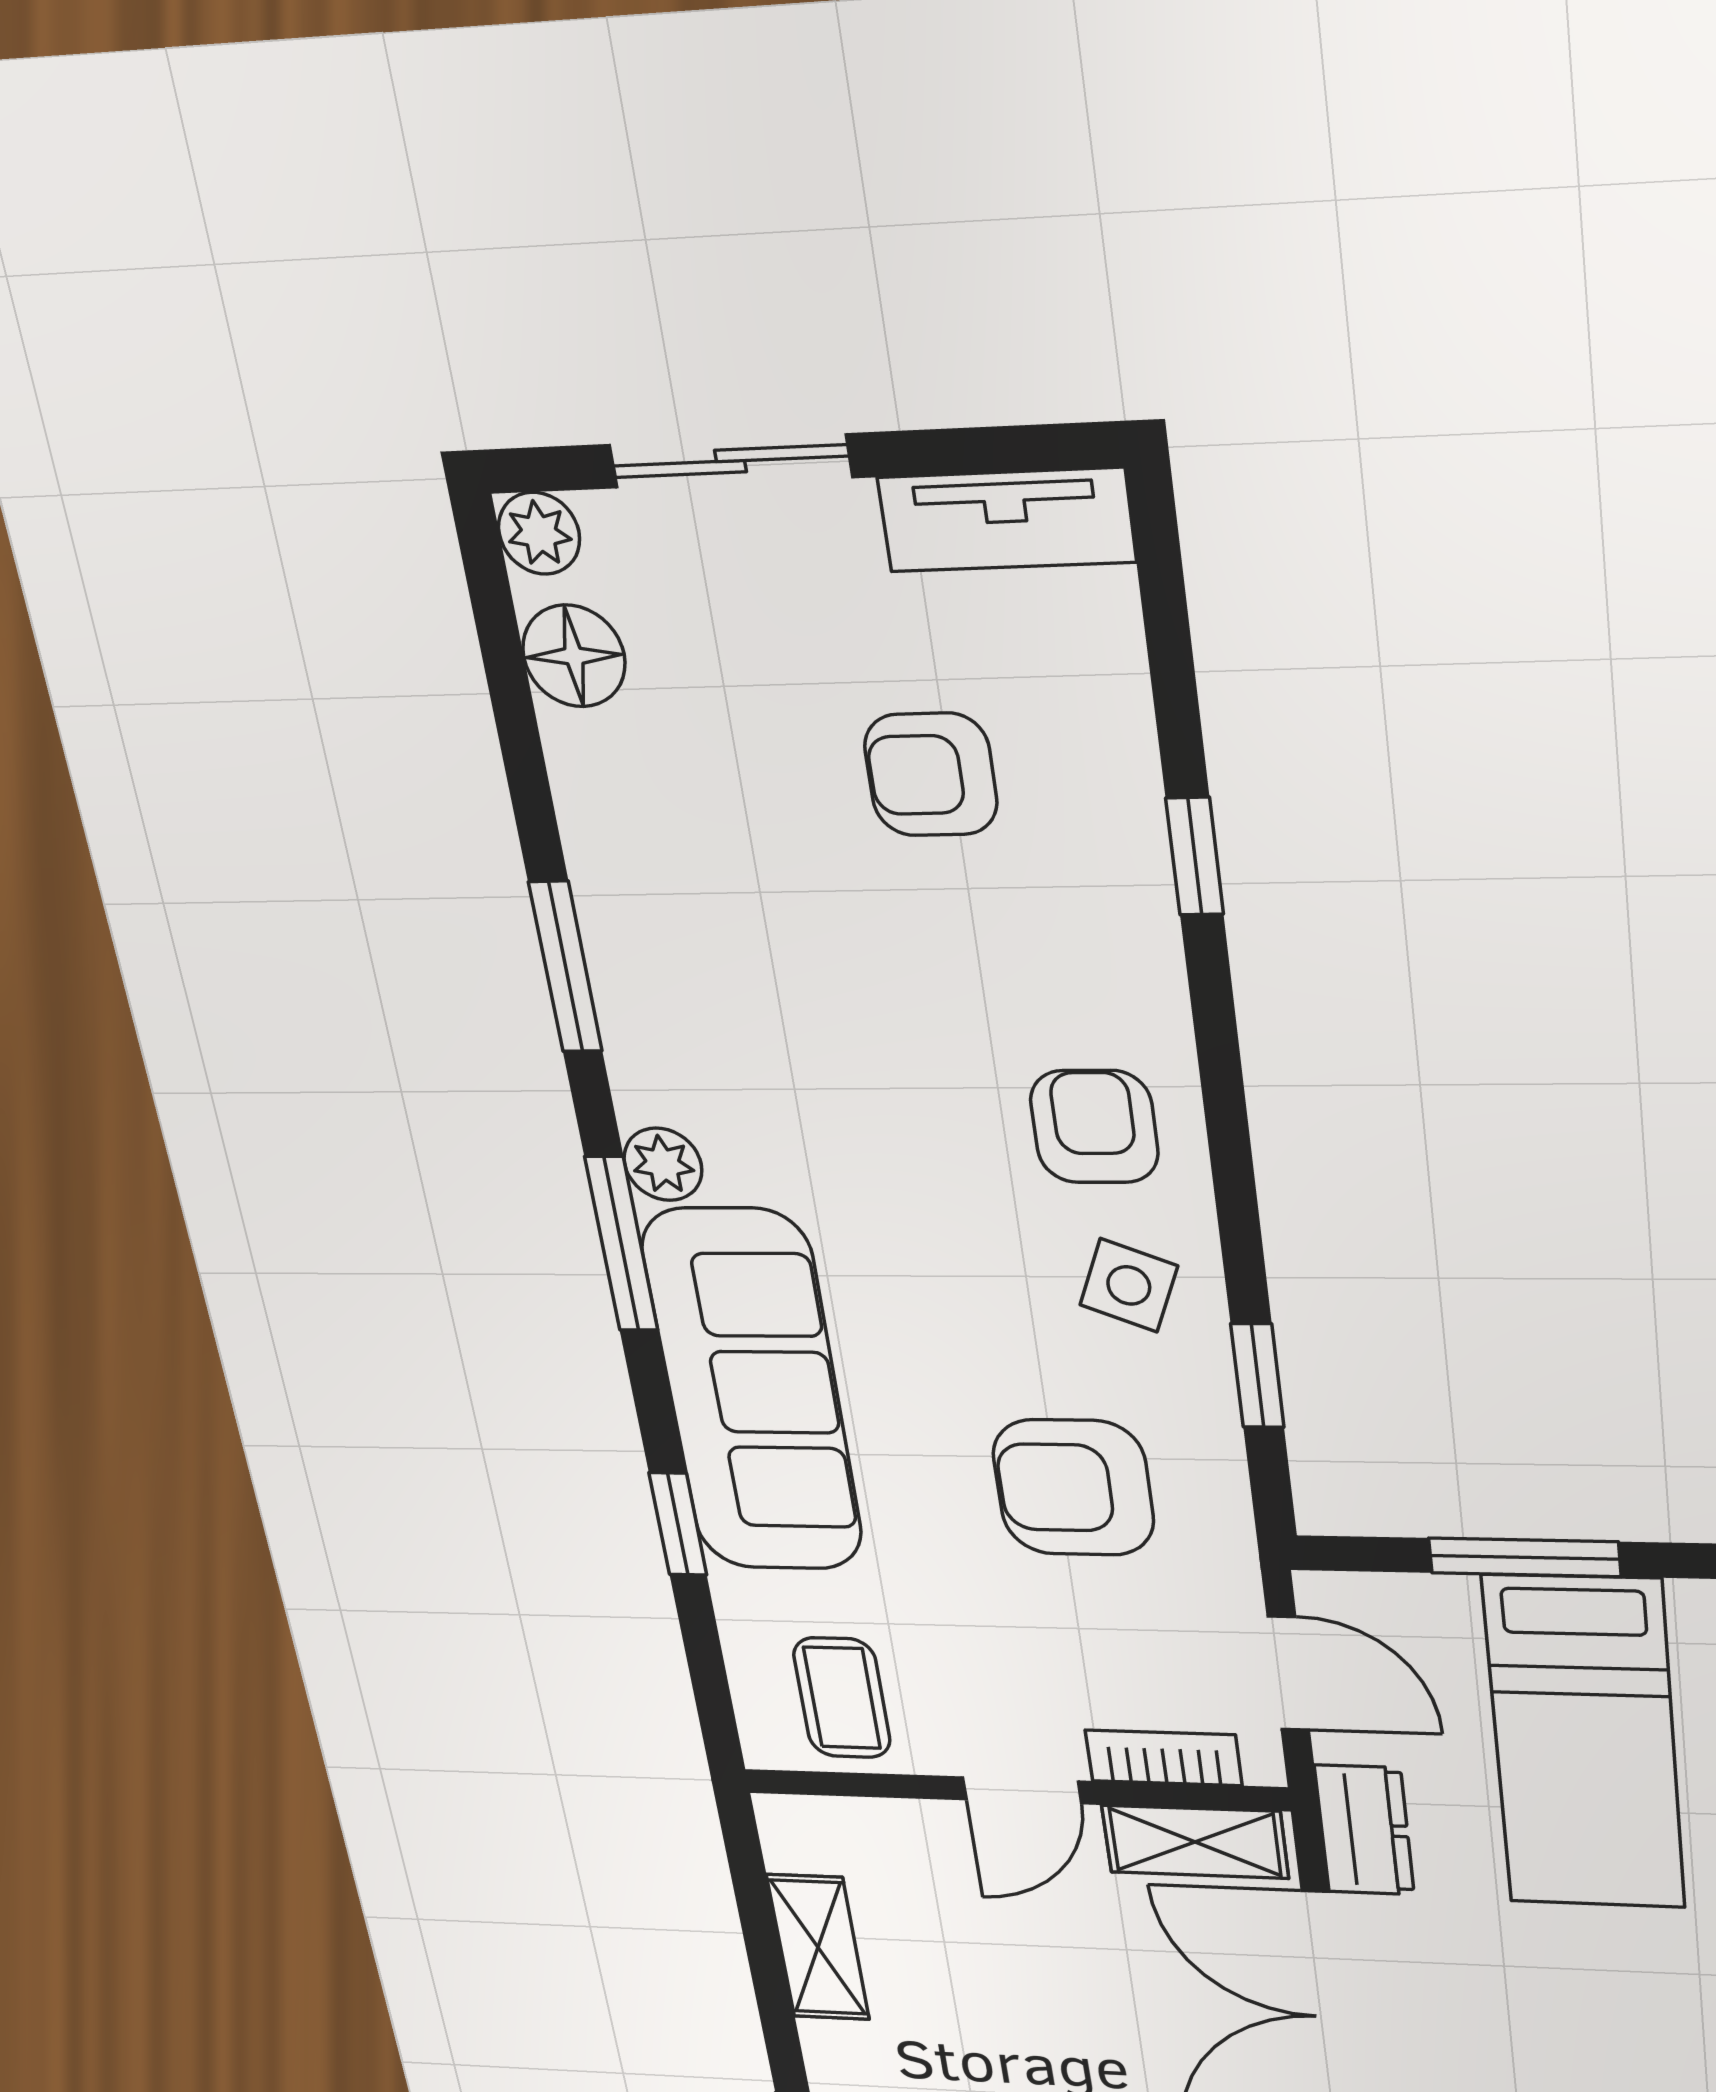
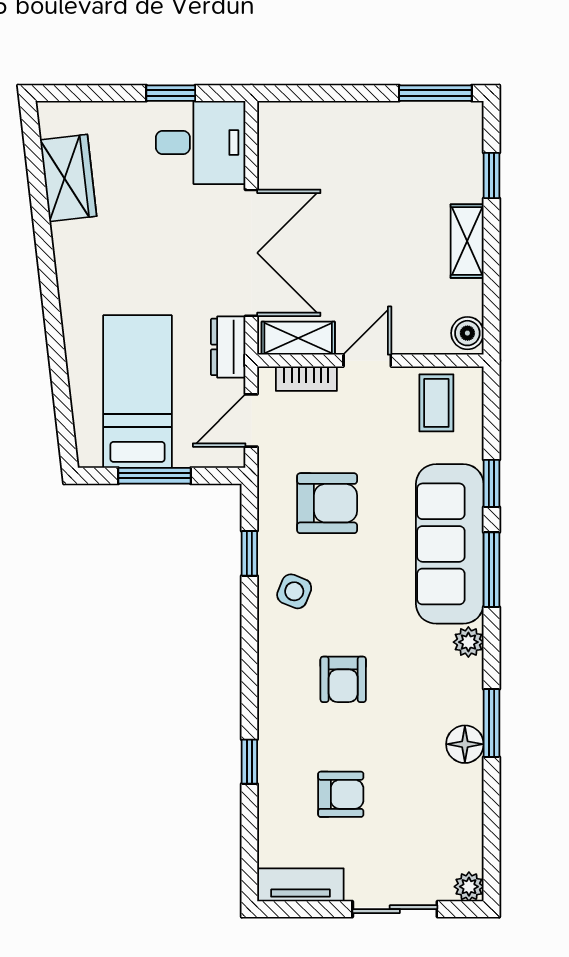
floor lamp: (574, 656) -> (465, 744), moved
armchair: (1094, 1127) -> (343, 679), moved
window: (621, 1244) -> (491, 570), moved
door: (1288, 1673) -> (251, 420), hinge flipped
boiler: (796, 1837) -> (467, 333), added
shelving: (818, 1947) -> (467, 241), moved

